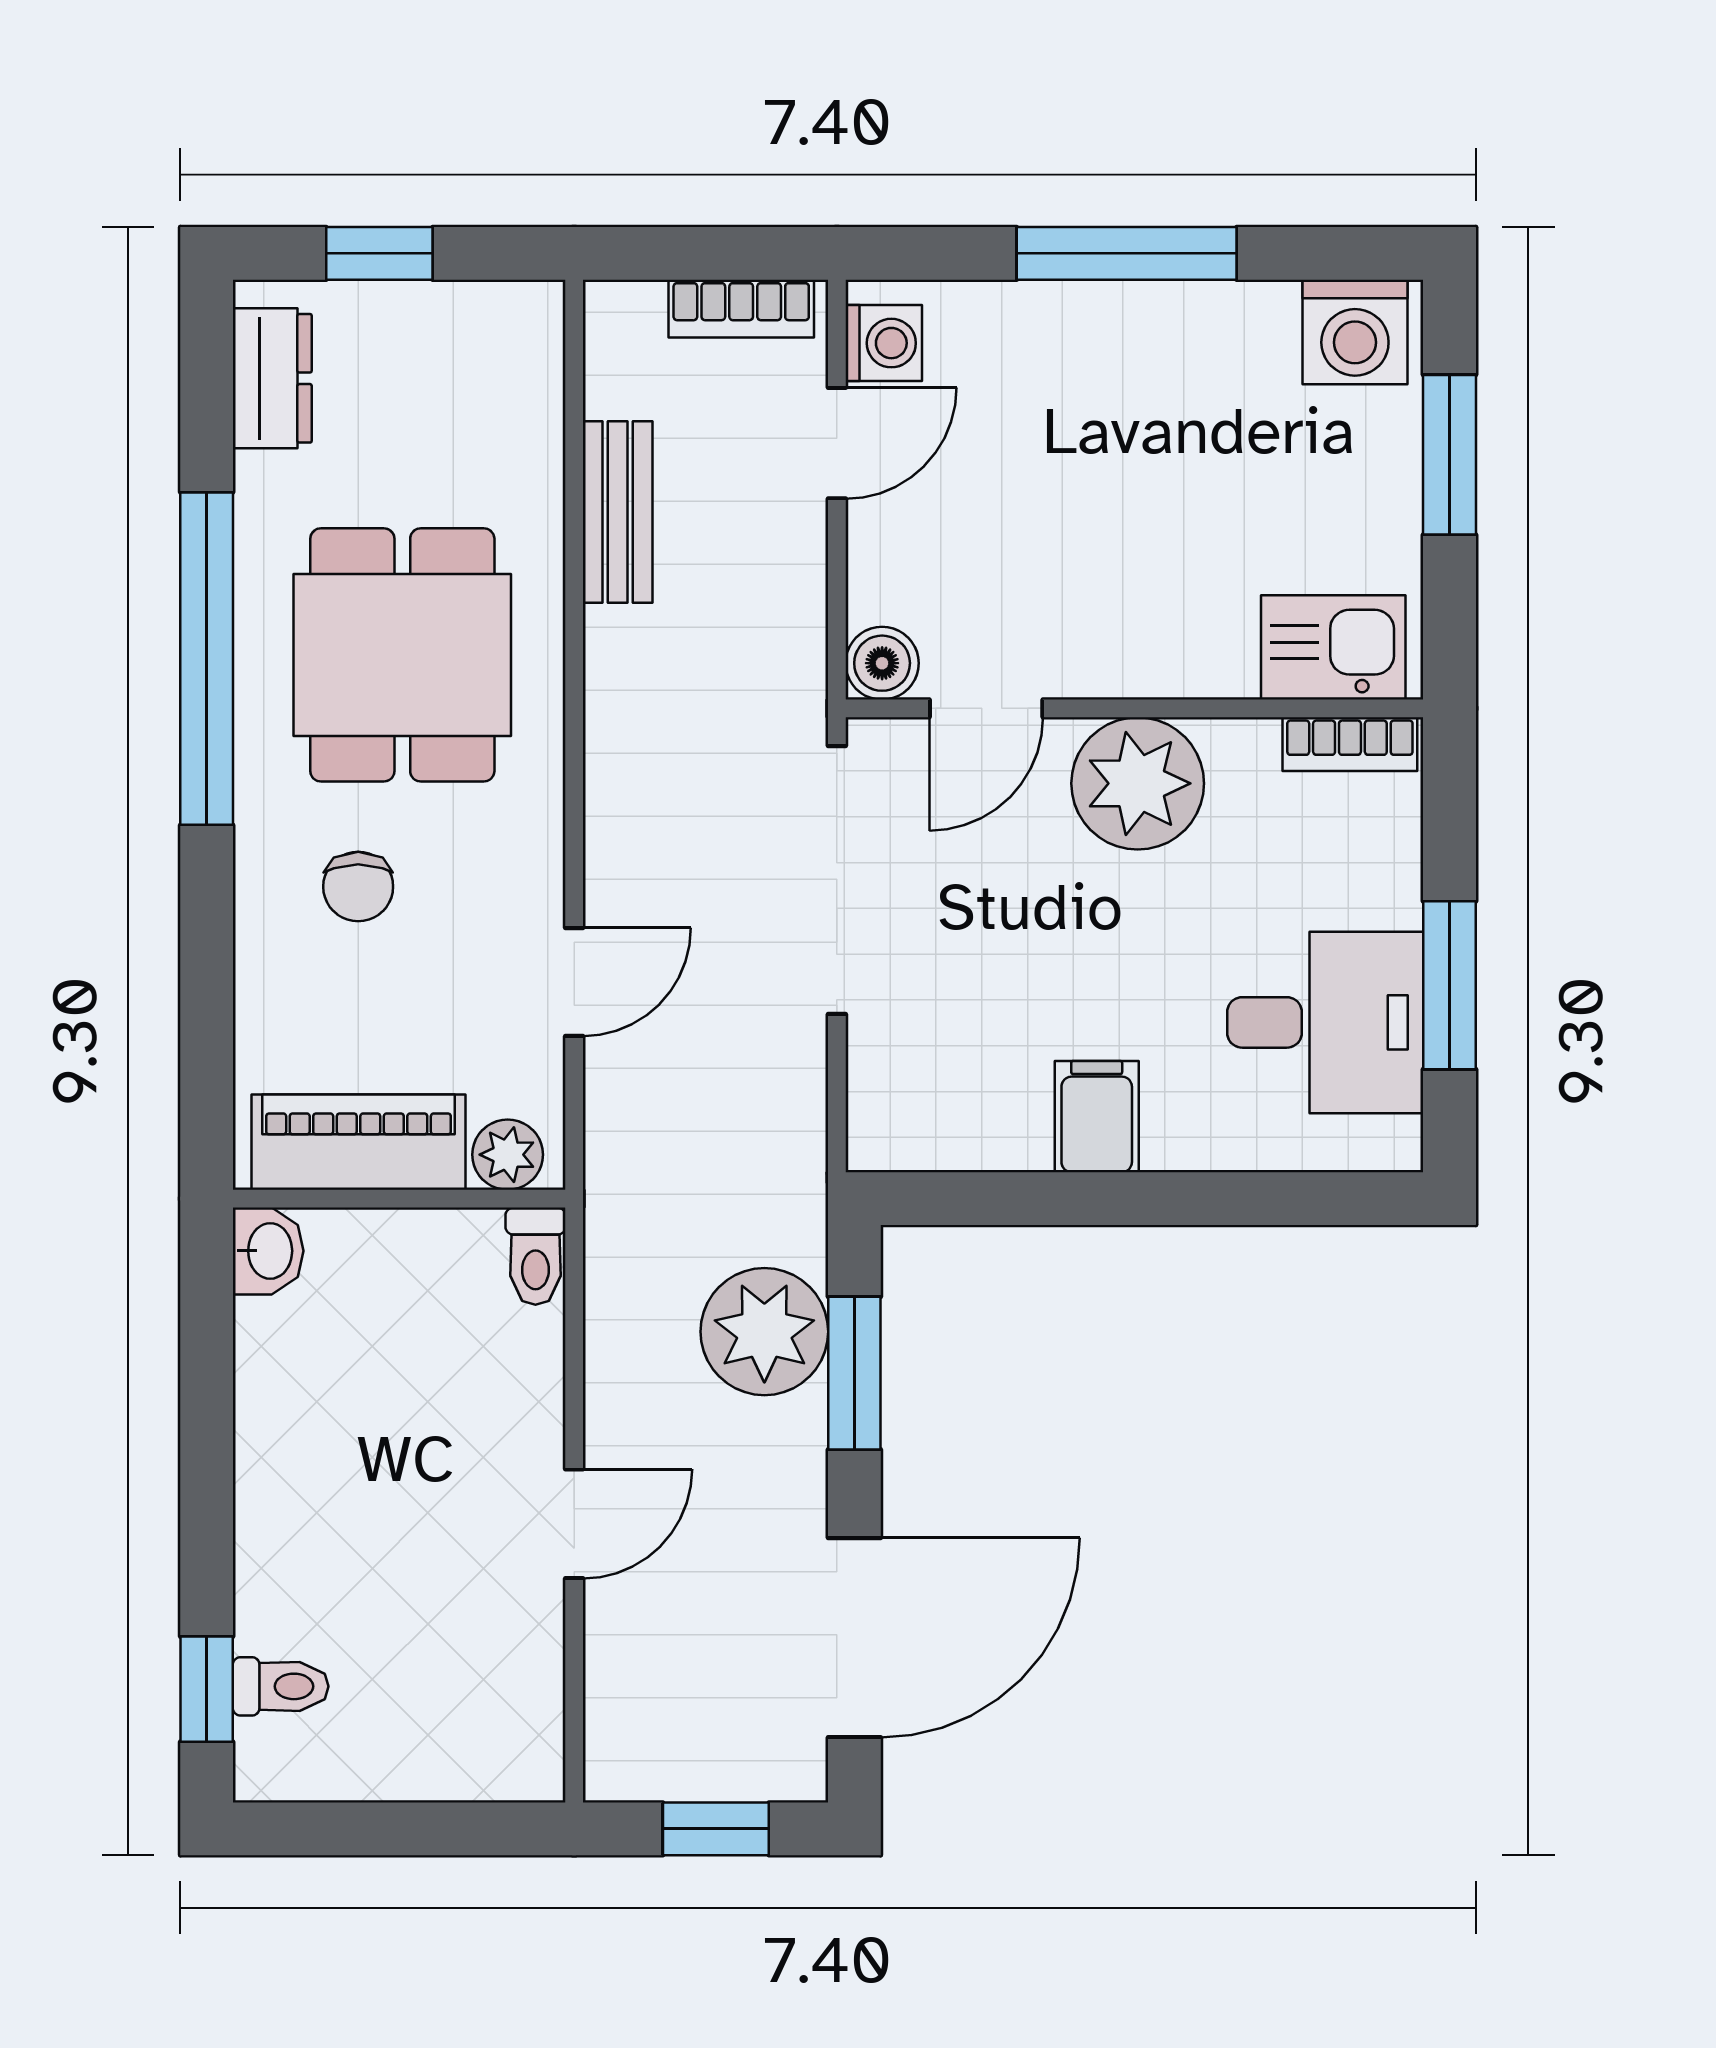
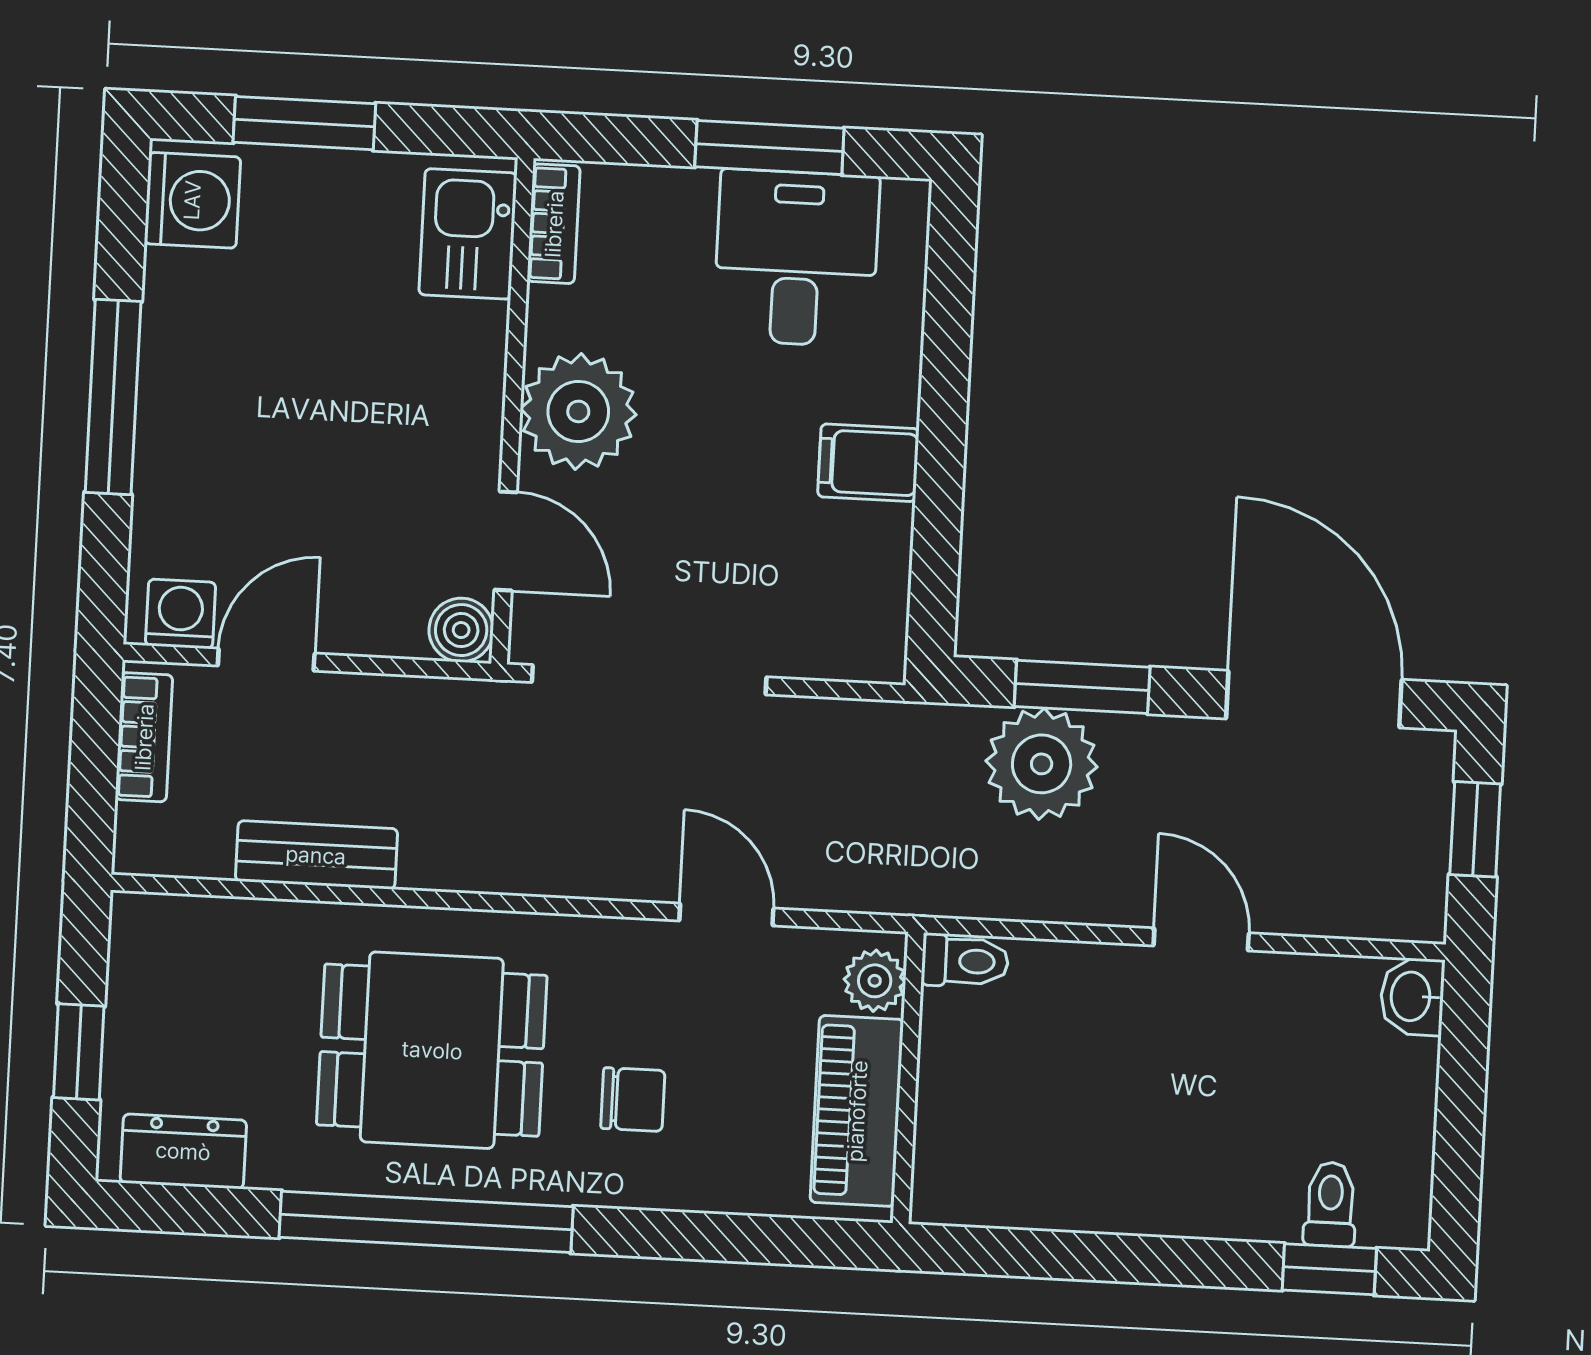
door: (837, 443) -> (266, 660), hinge flipped
washbasin: (268, 1251) -> (1412, 996), moved, turned -90

